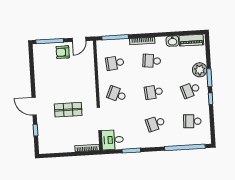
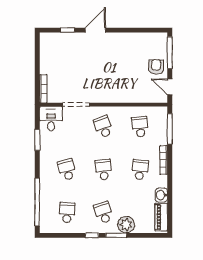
school desk: (117, 94) -> (103, 127), turned -45
shop shelf: (68, 110) -> (89, 69), removed

